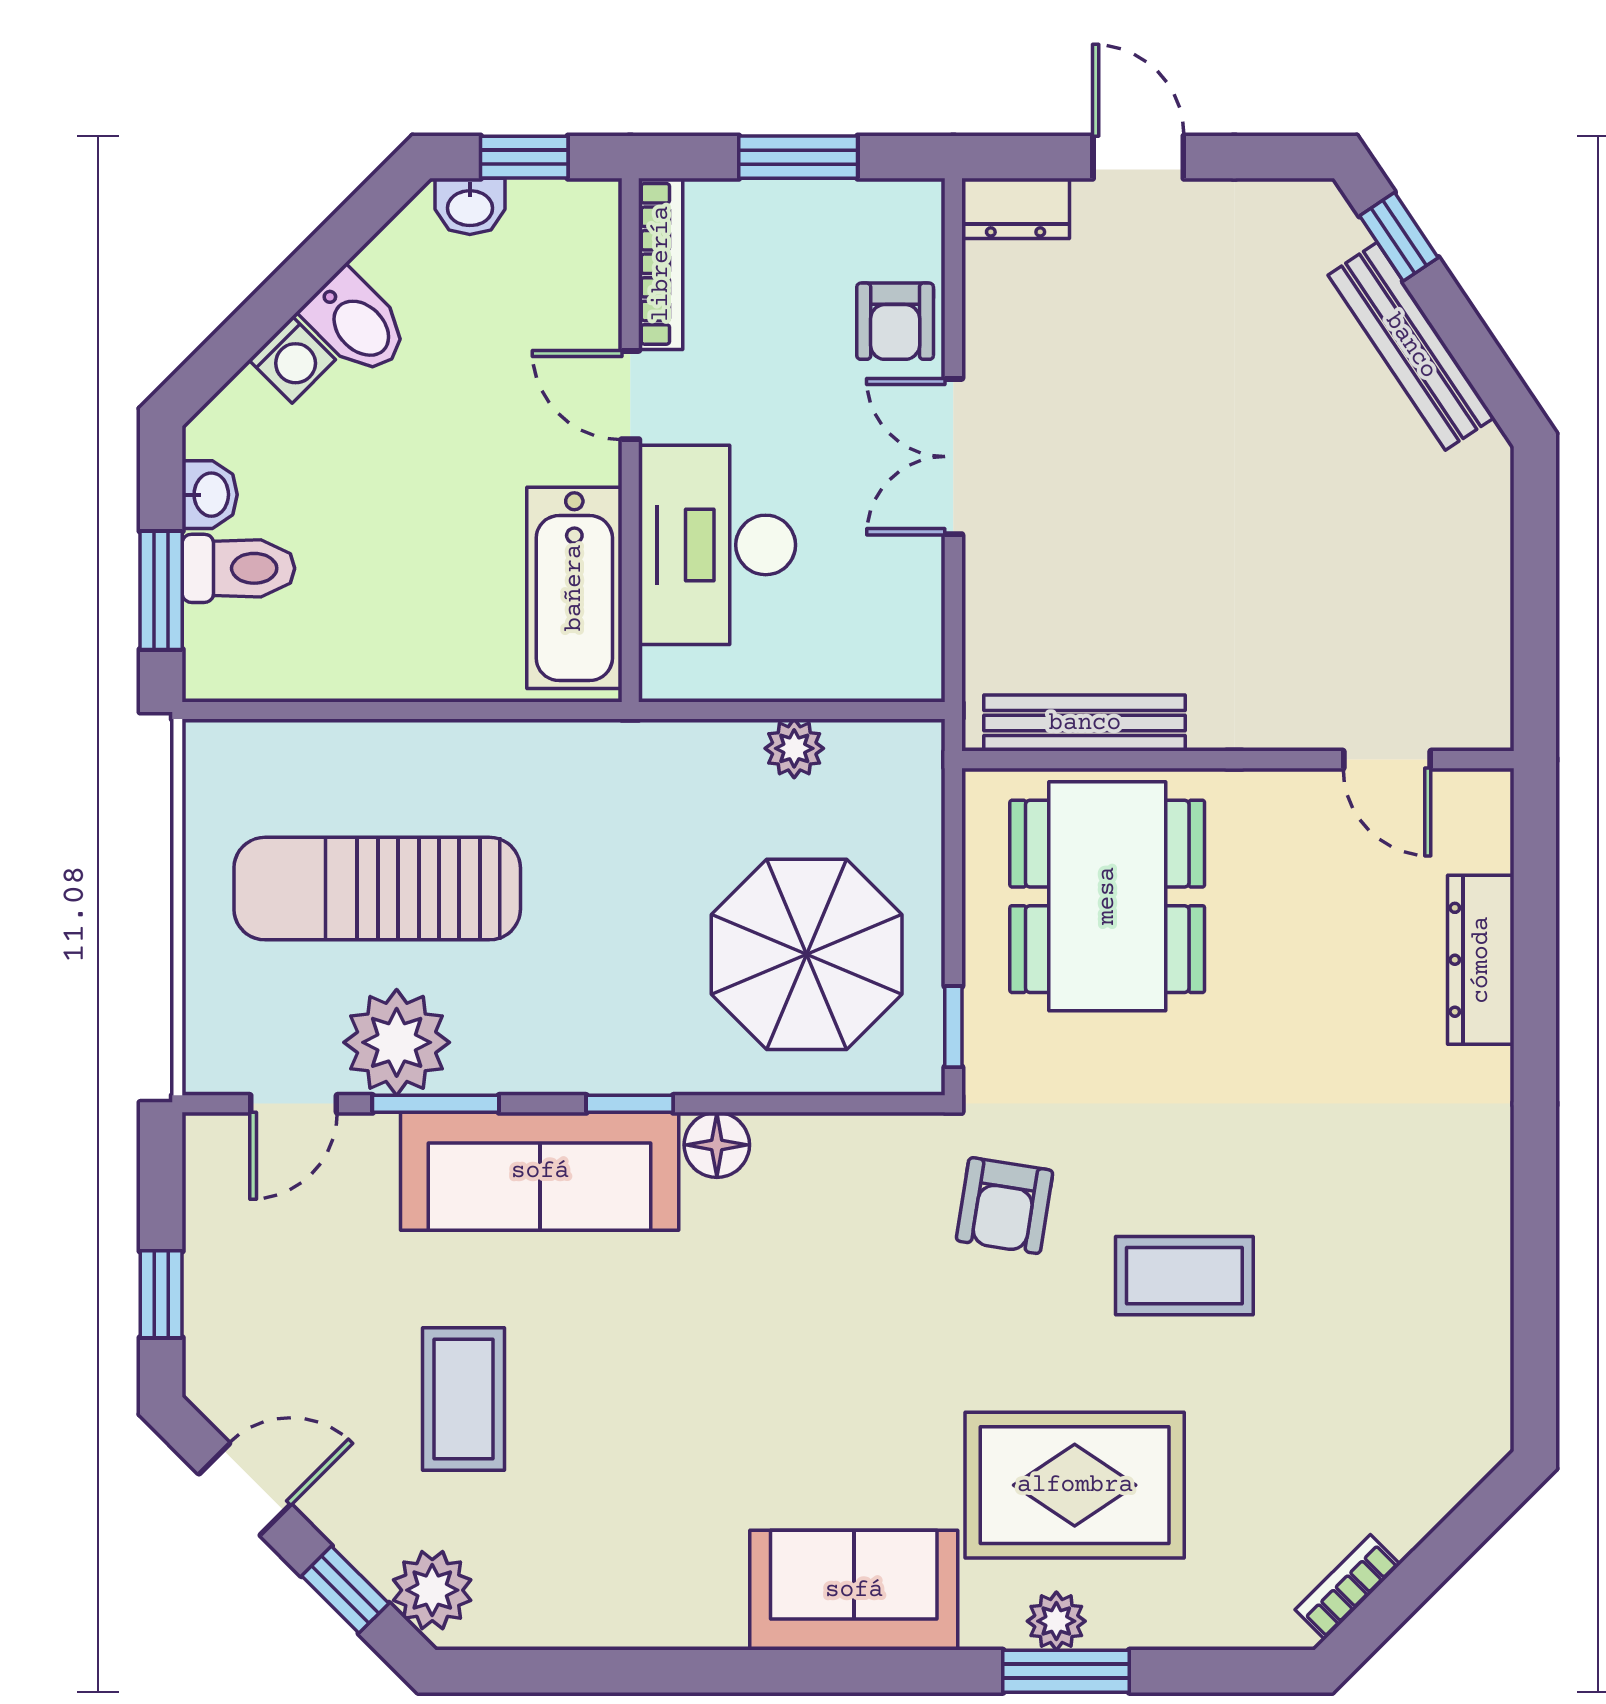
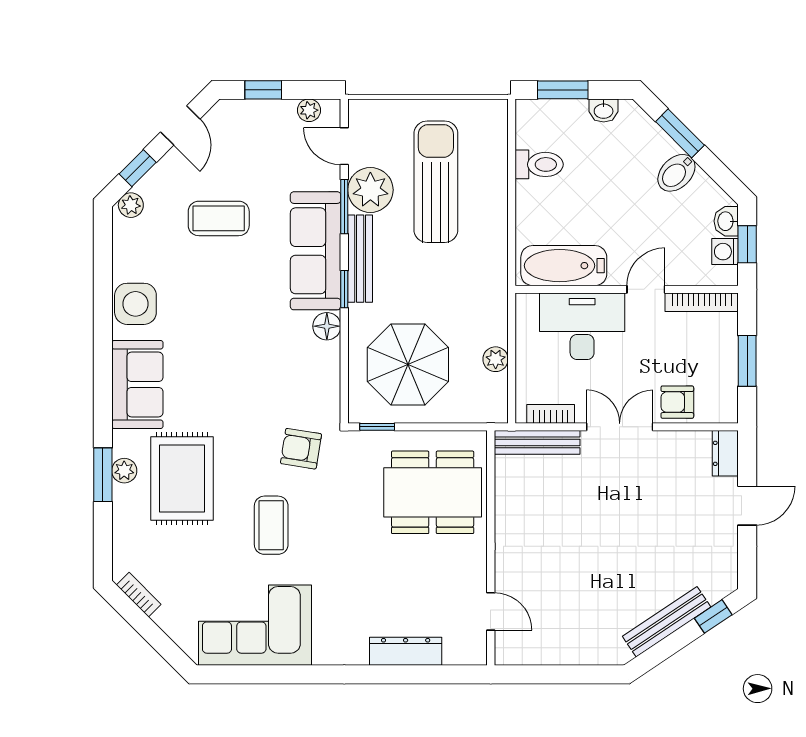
window: (264, 315) -> (680, 133), added
washing machine: (292, 360) -> (725, 252), moved, turned 45
toilet: (238, 568) -> (539, 164), moved, turned -90
bookcase: (923, 619) -> (551, 414), added
bench: (1085, 723) -> (537, 442), moved, turned 90
door: (1387, 760) -> (491, 611), swing flipped
bench: (558, 1067) -> (360, 259), added
plant: (209, 1187) -> (309, 110), added
corner sofa: (1419, 1314) -> (255, 625), added
plant: (432, 1590) -> (131, 205), width x0.73, depth x0.73
side table: (664, 1595) -> (135, 304), added

